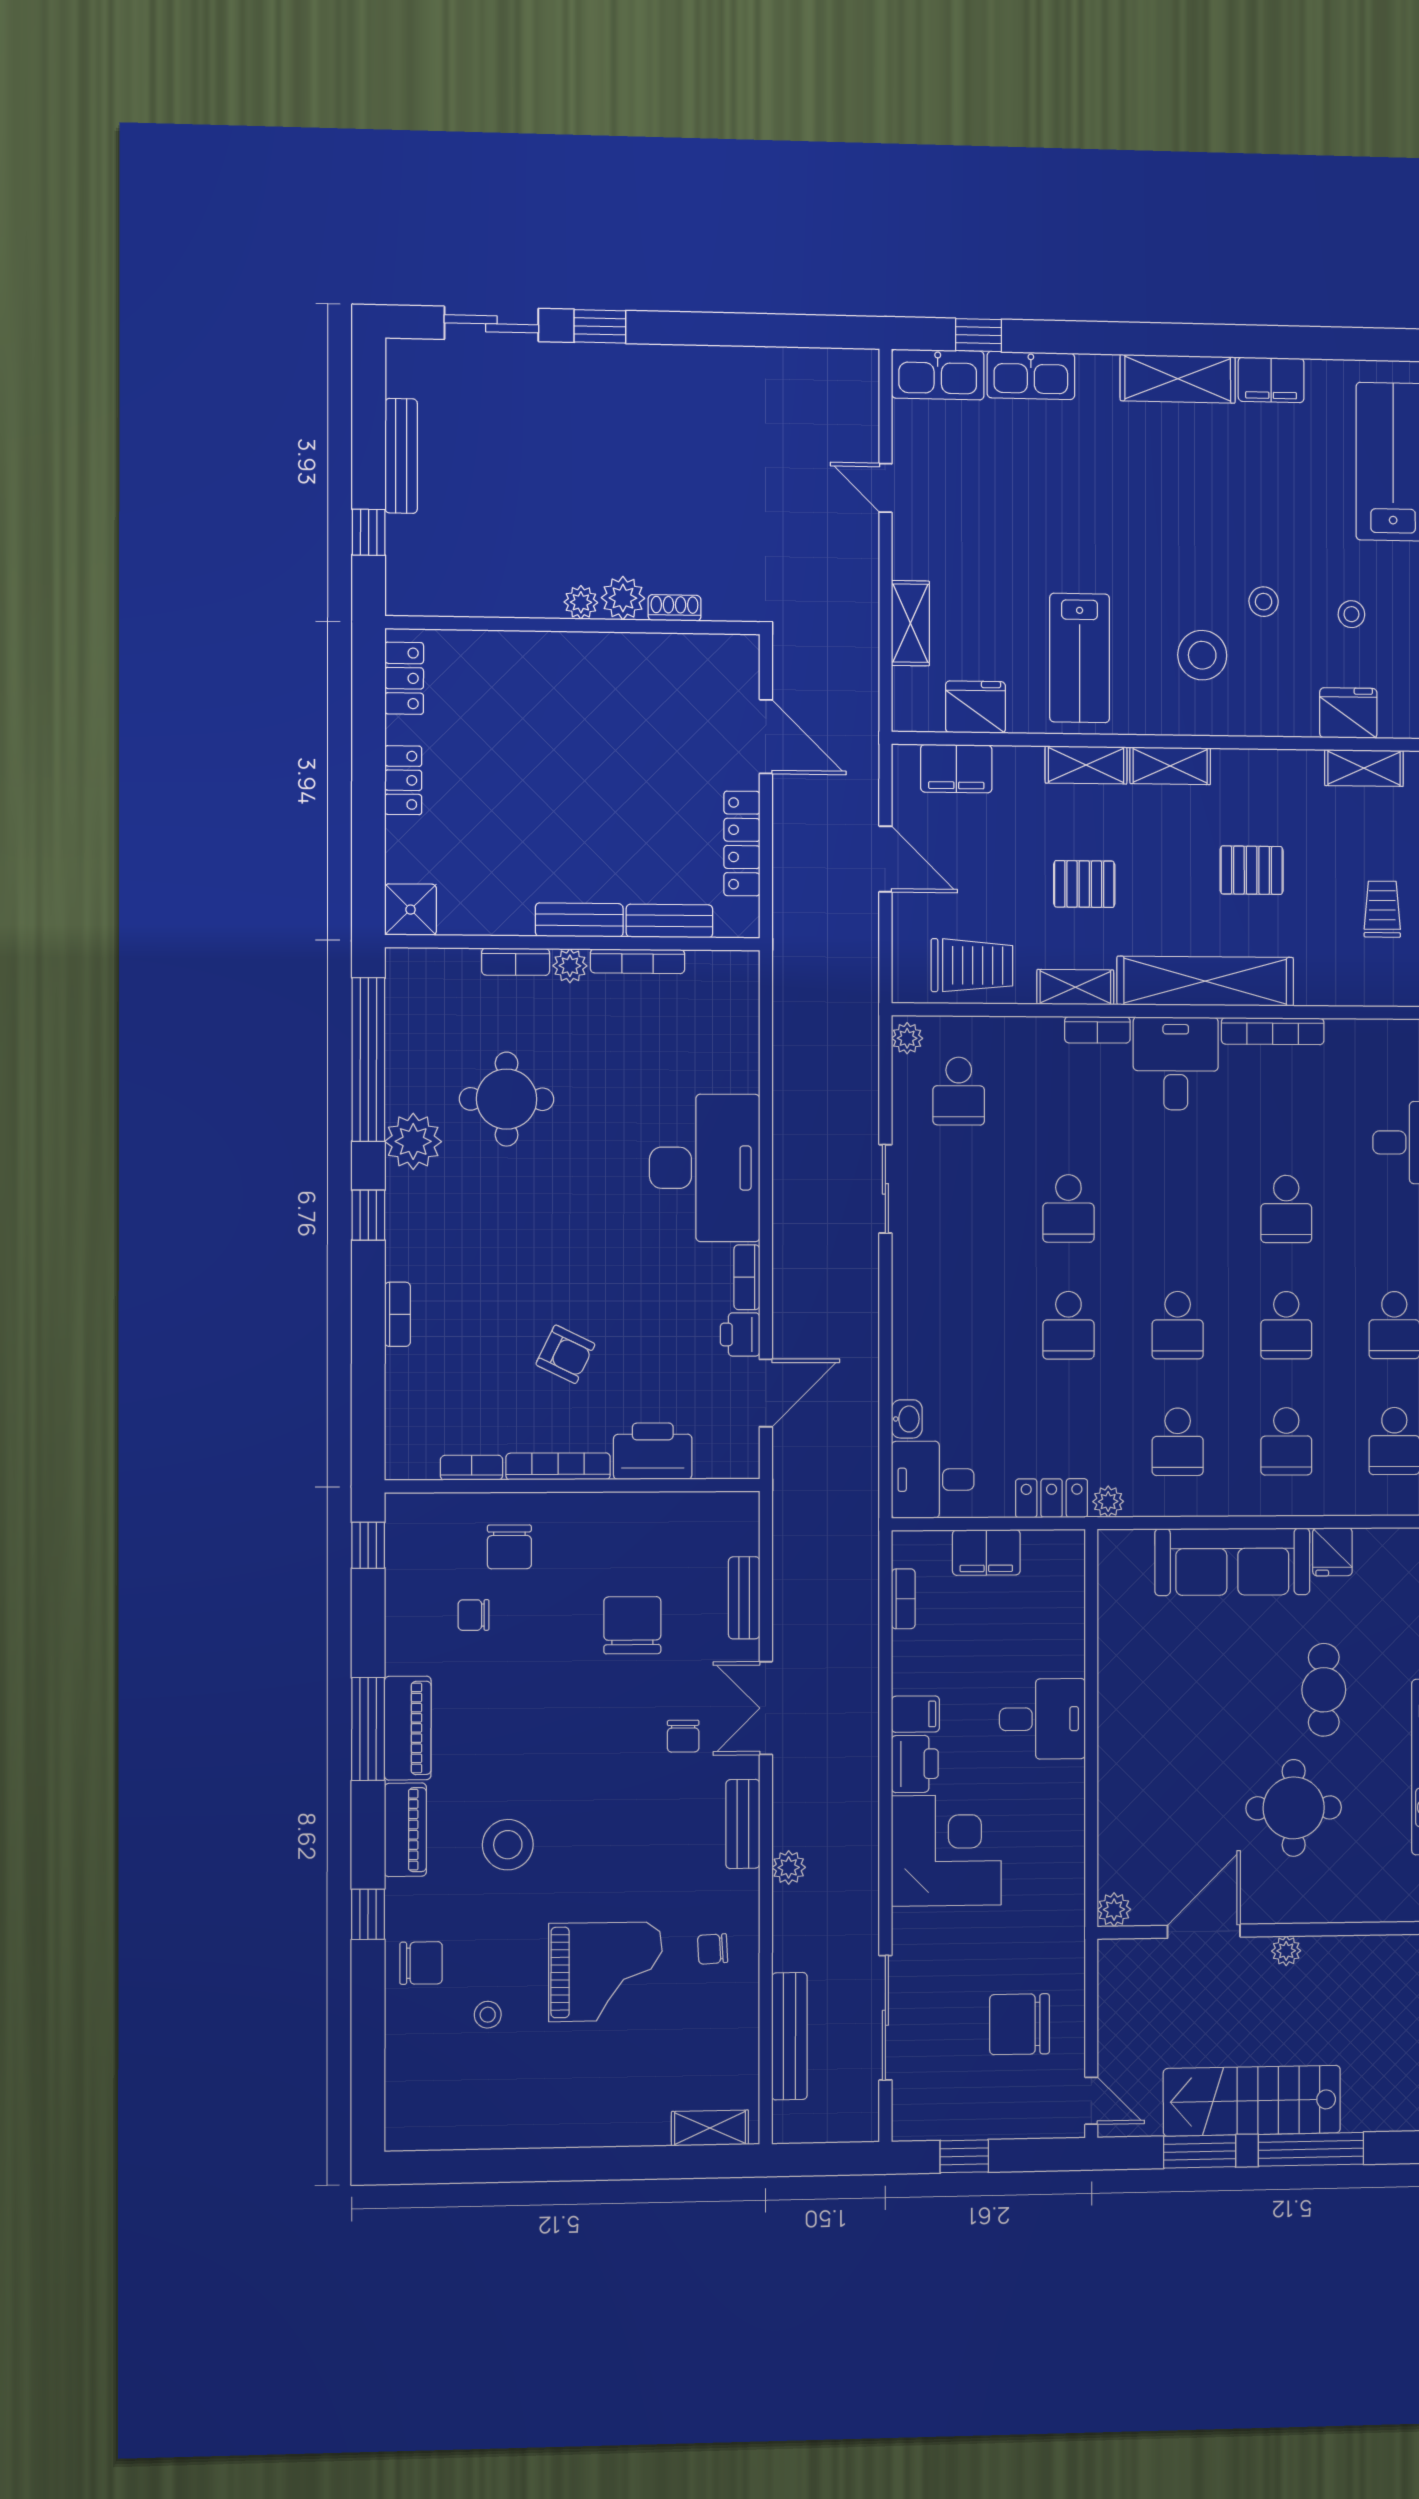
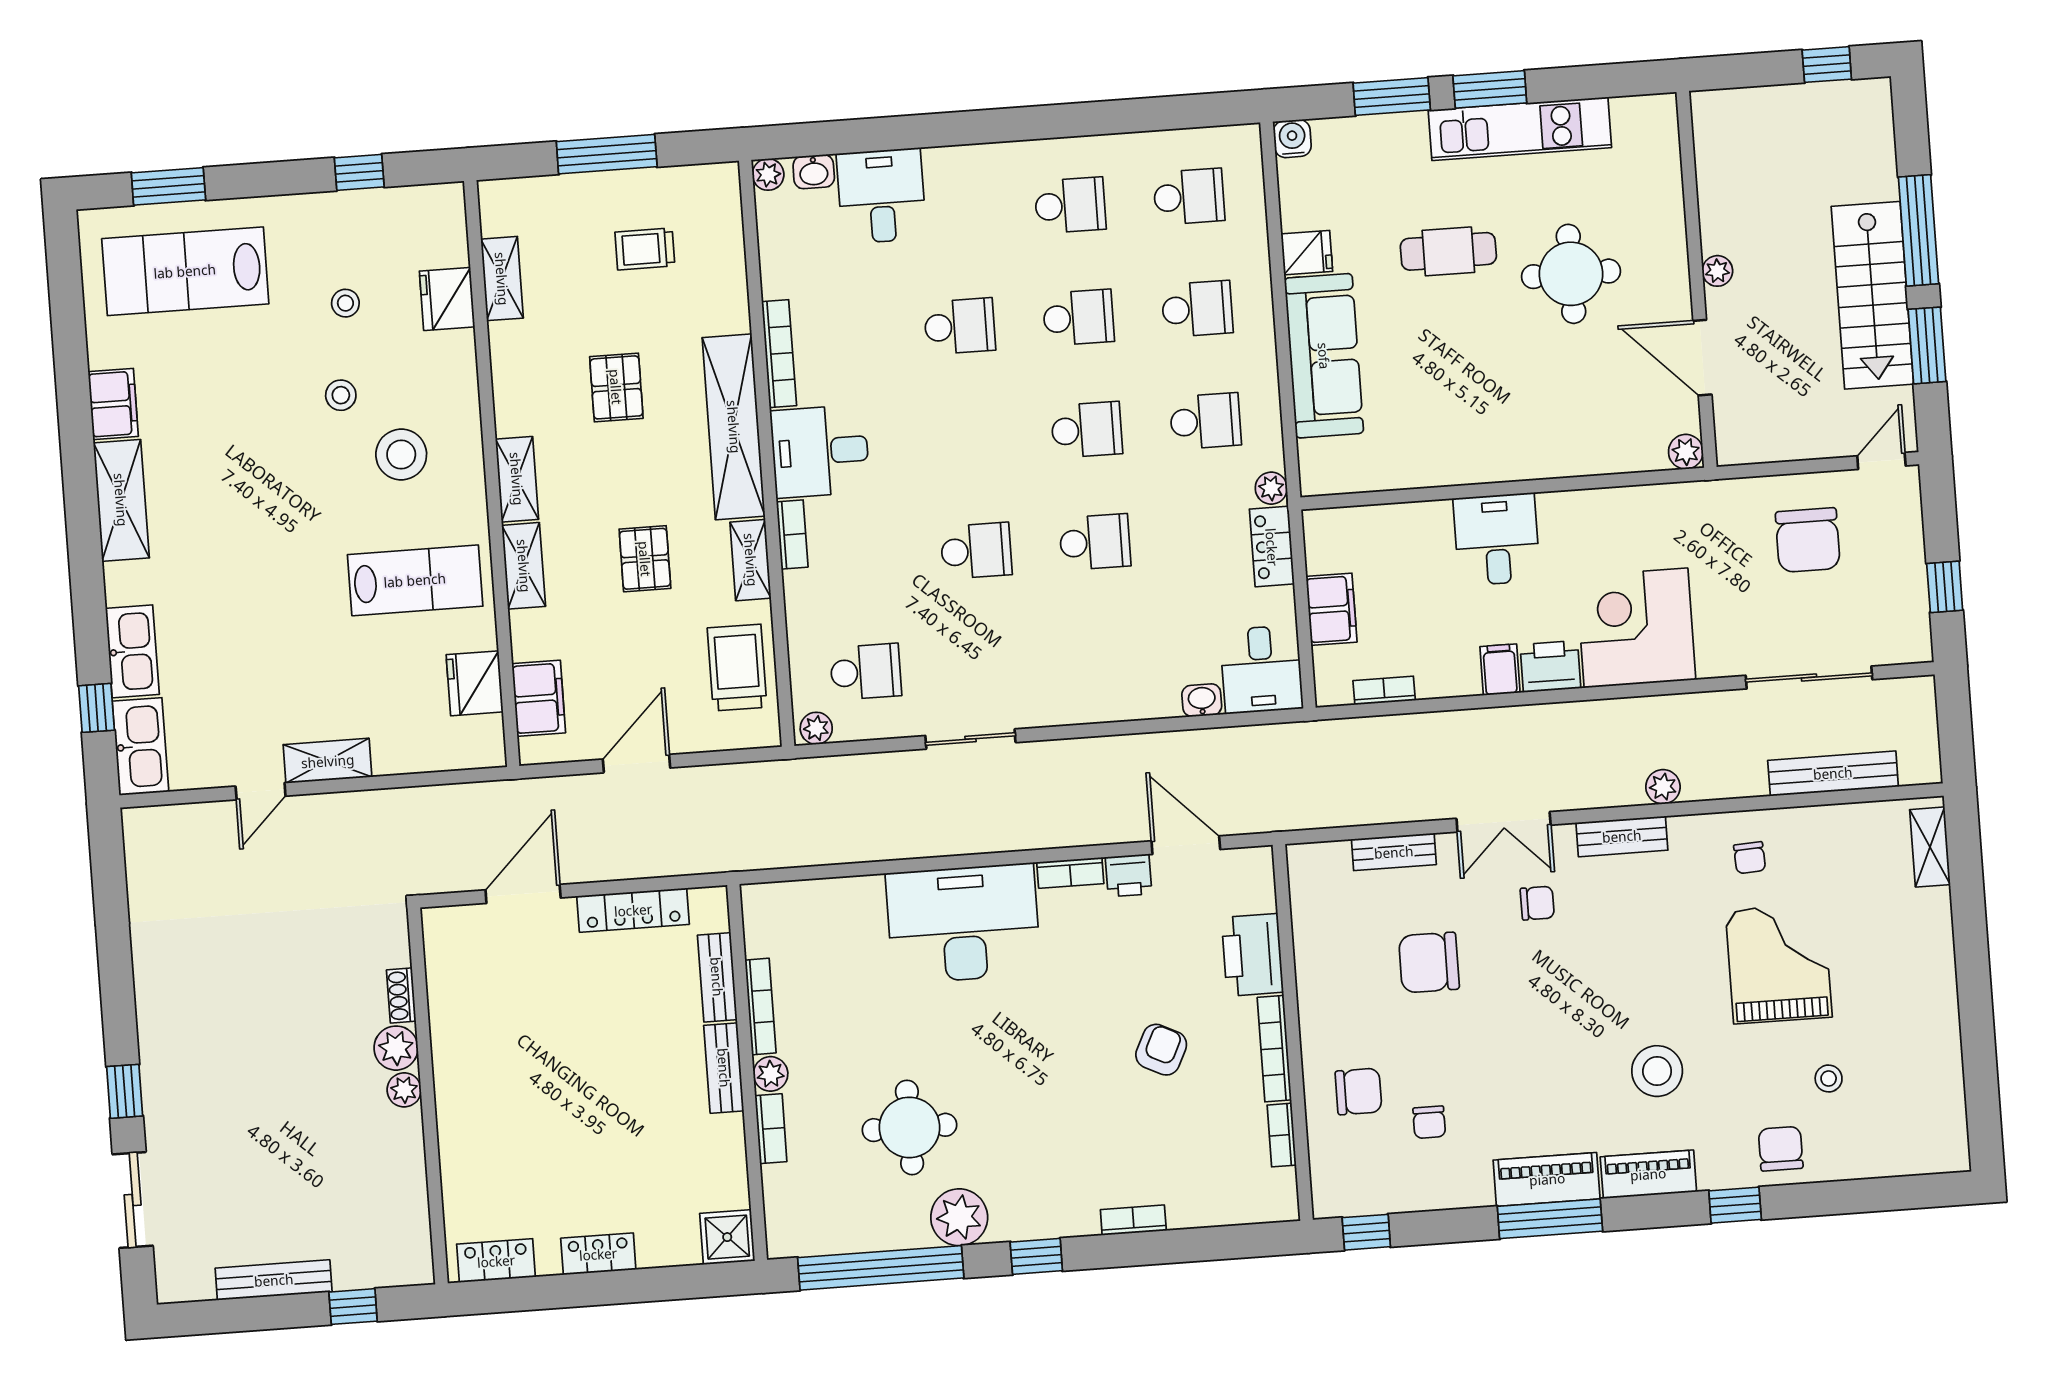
shelving: (910, 623) -> (328, 761), moved

